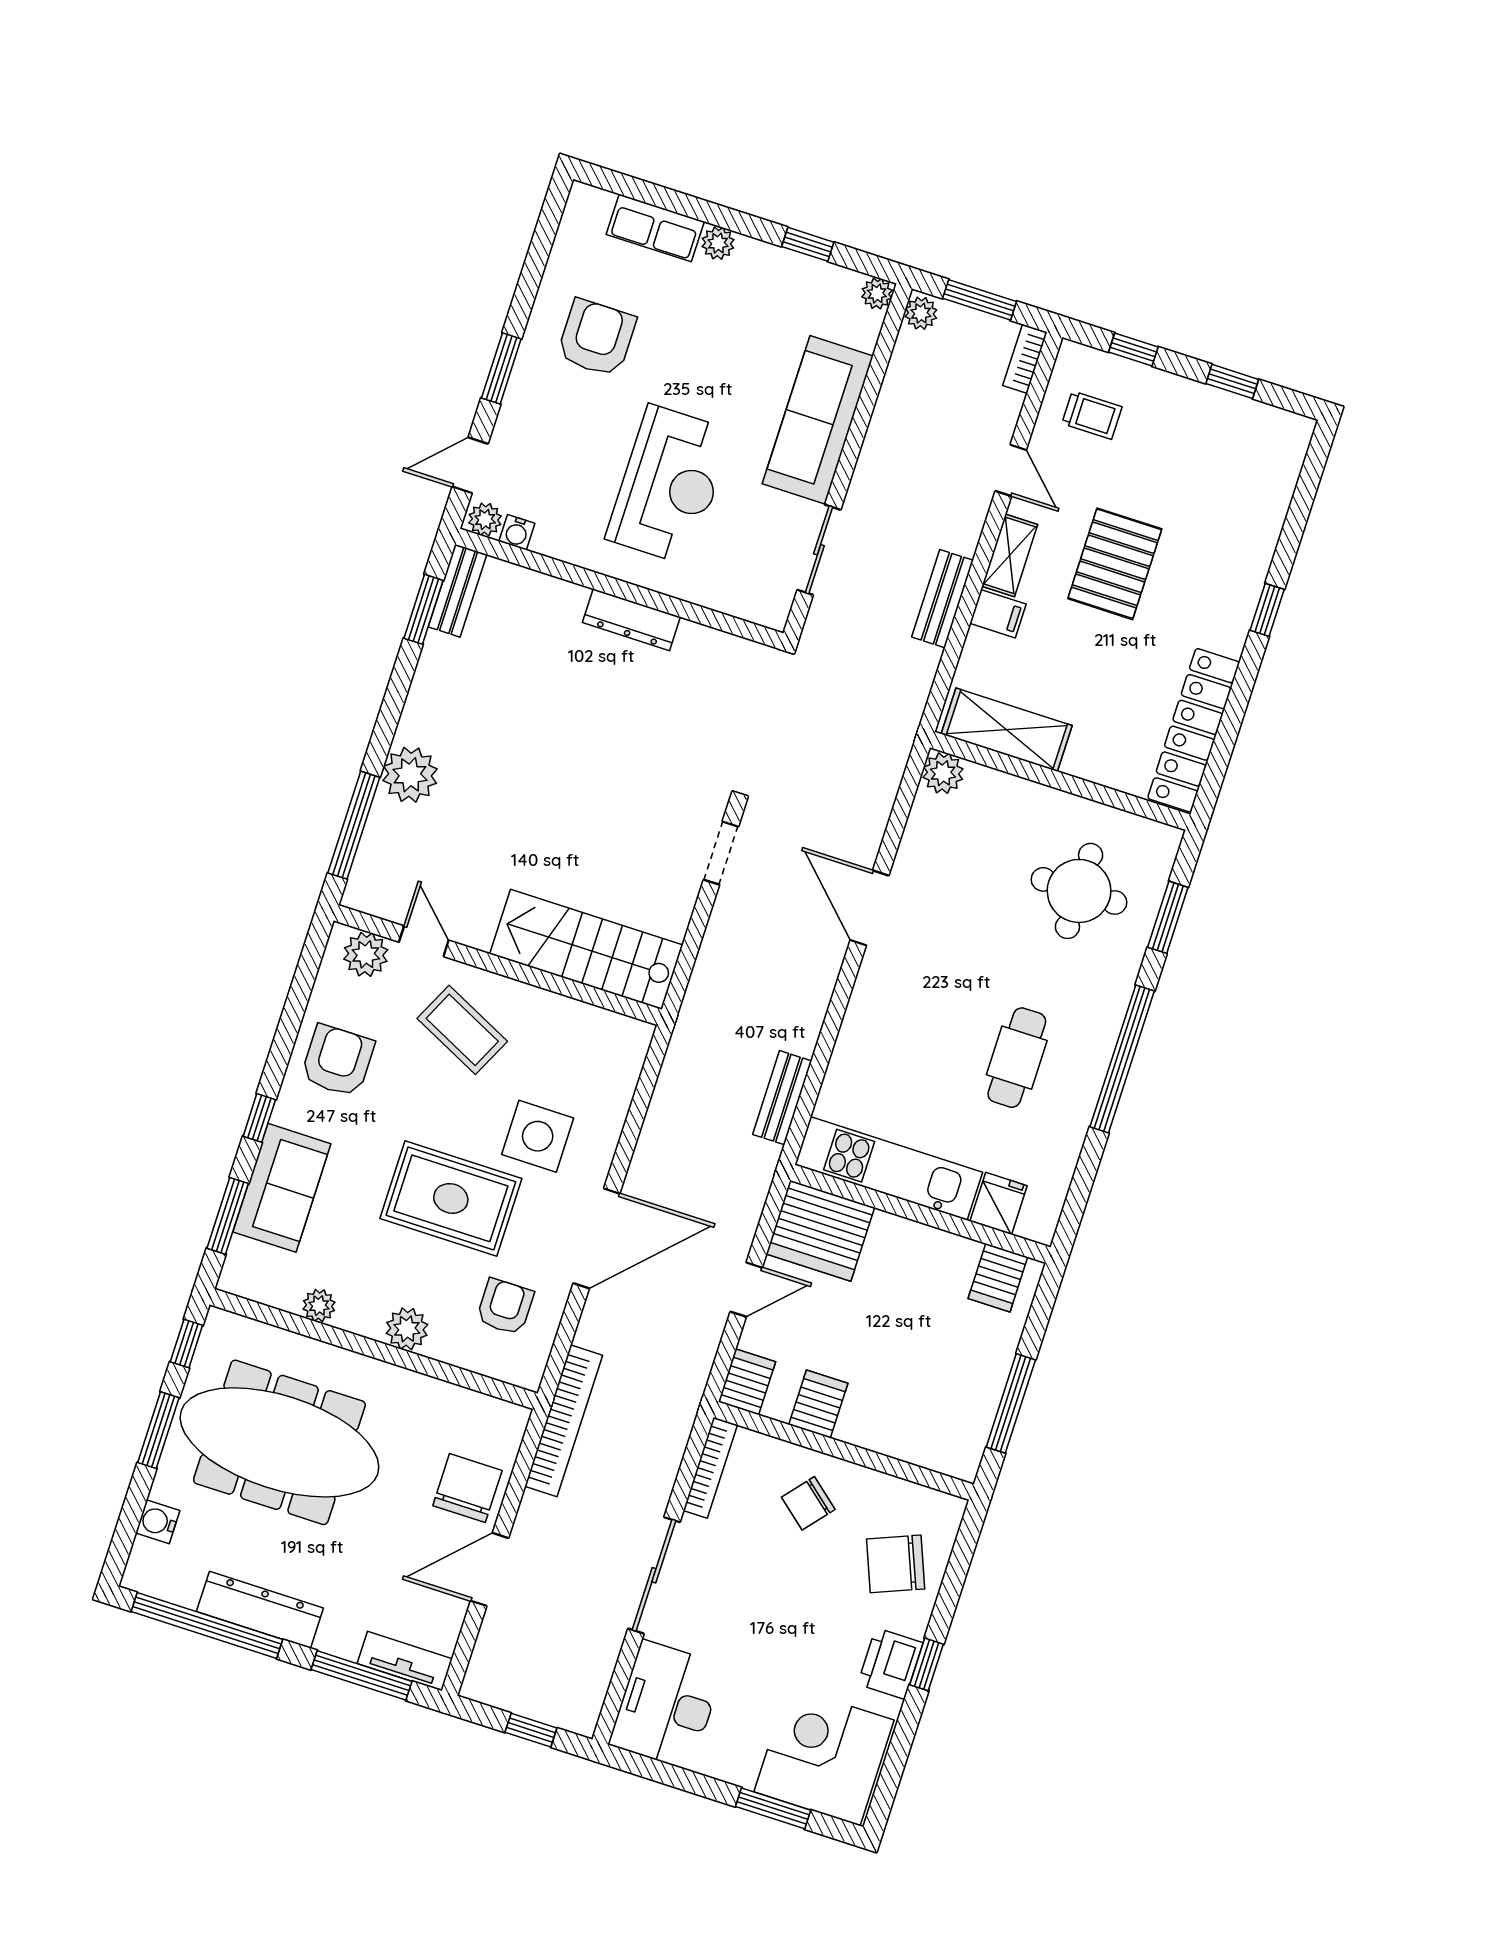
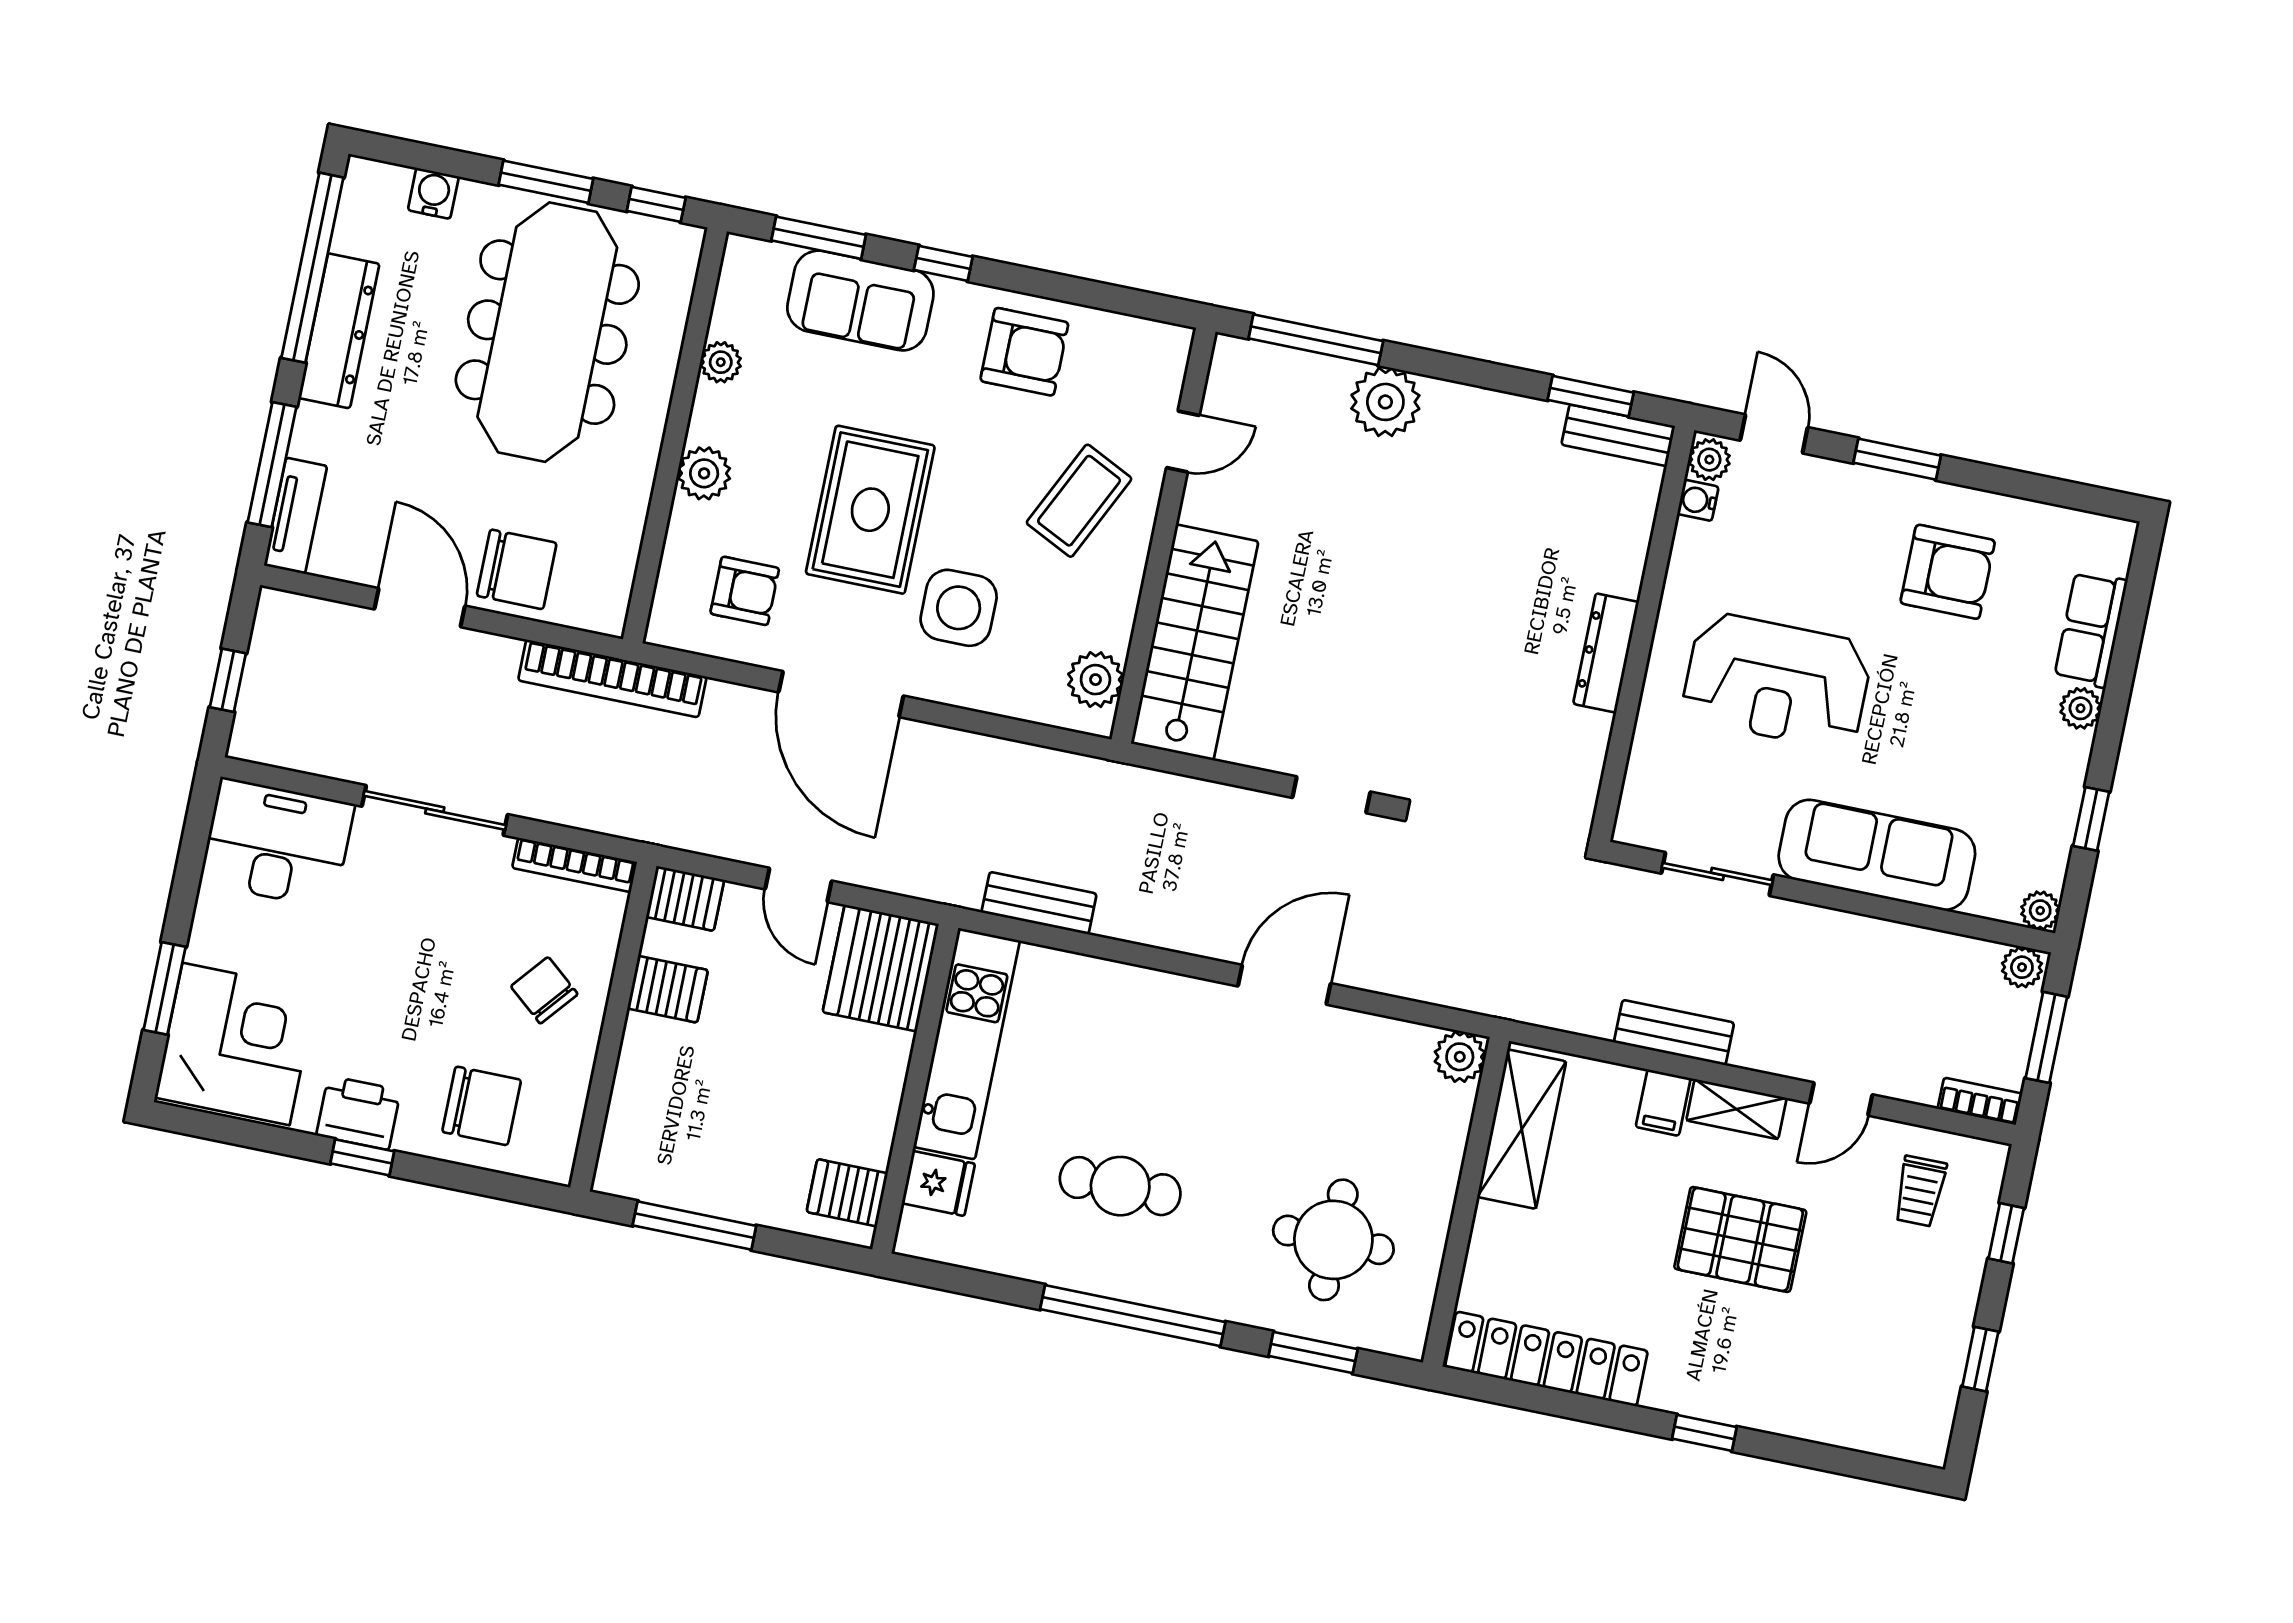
plant: (366, 954) -> (1096, 680), moved
chair: (896, 1564) -> (482, 1106), turned 112

